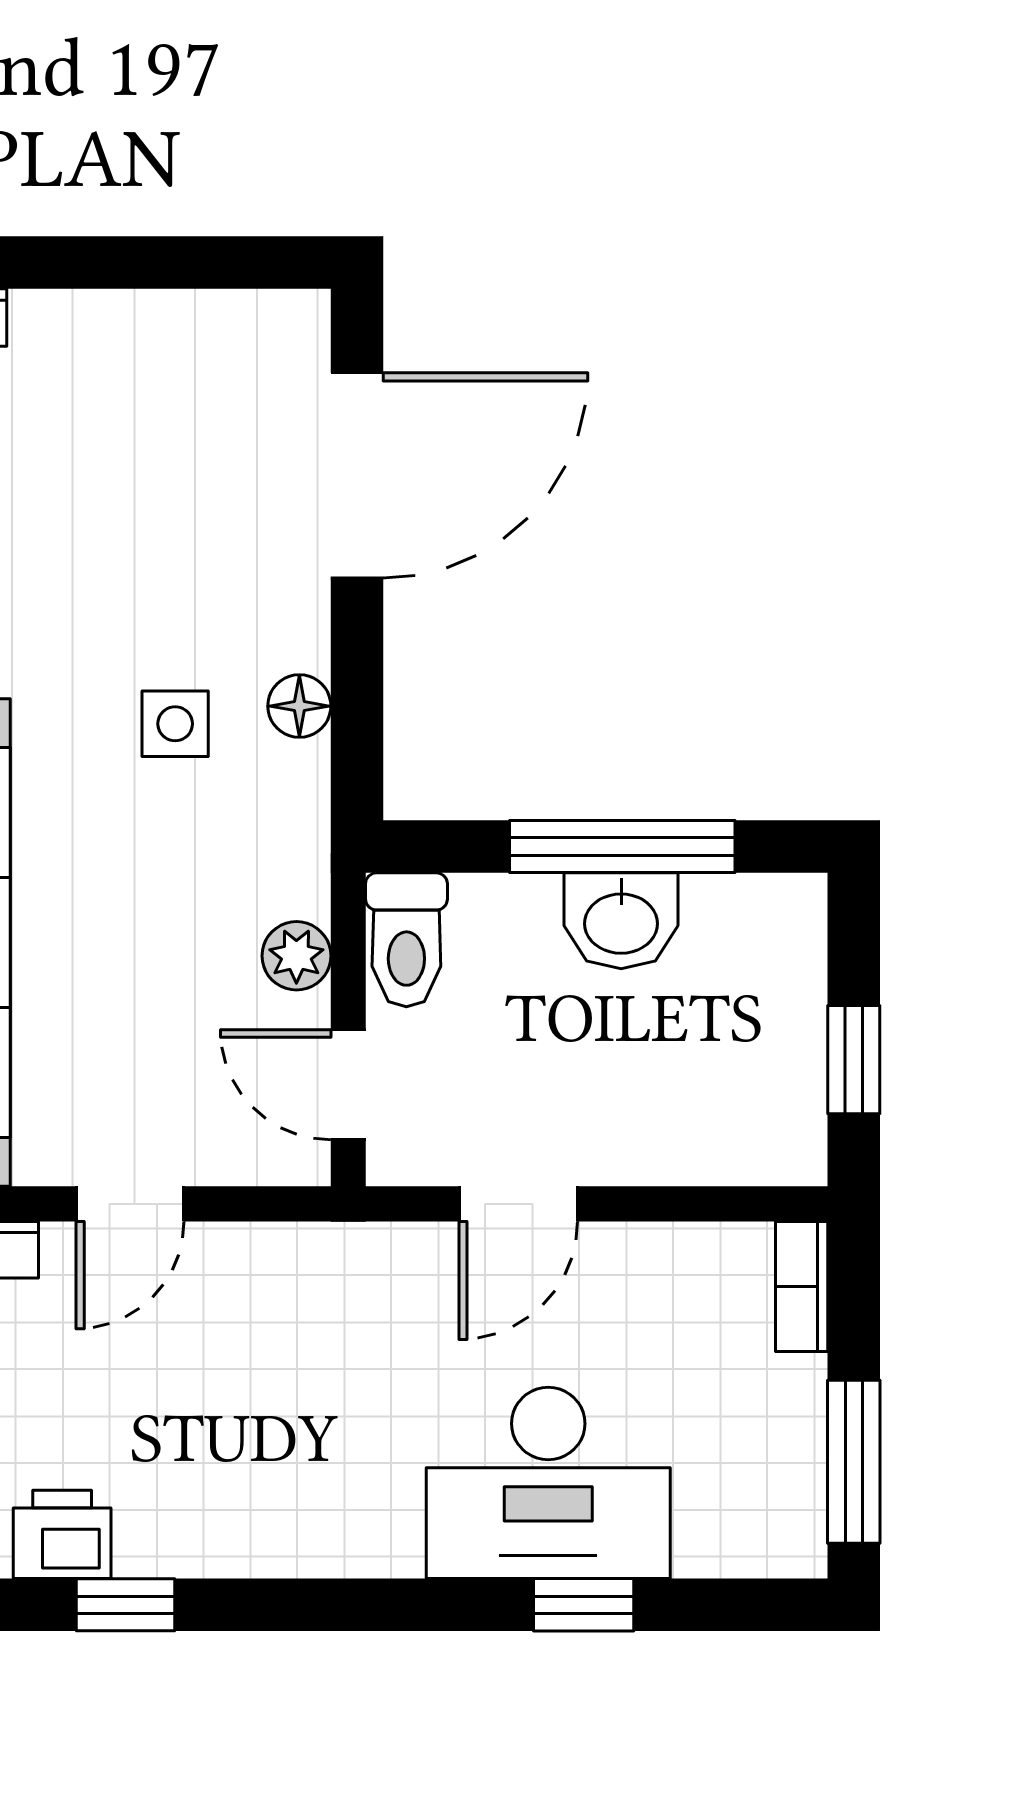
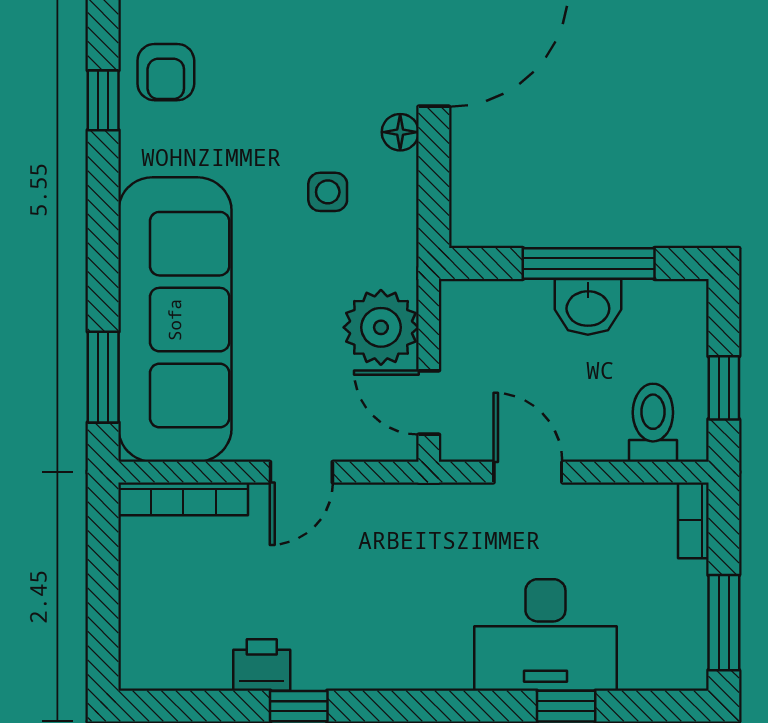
floor lamp: (299, 706) -> (400, 132), moved
toilet: (406, 940) -> (653, 423), moved, turned 180
plant: (296, 956) -> (381, 327), width x1.88, depth x1.88
door: (518, 1204) -> (528, 472), swing flipped

